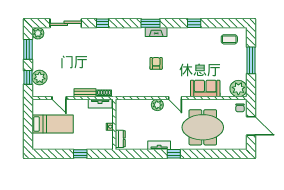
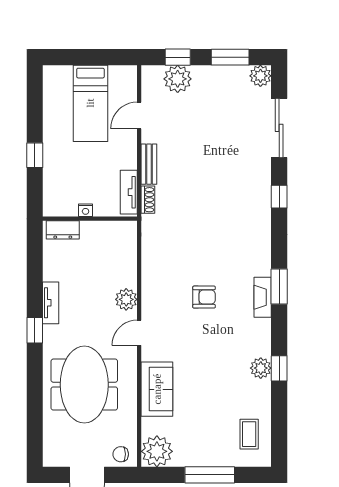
plant: (194, 33) -> (261, 368), added

